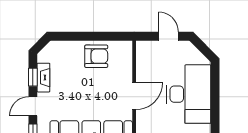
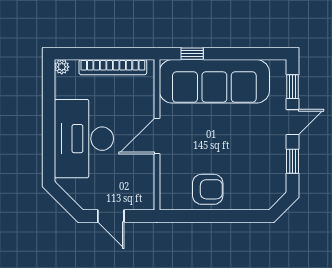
armchair: (96, 56) -> (208, 189), turned 180
fireplace: (43, 78) -> (278, 161), removed

